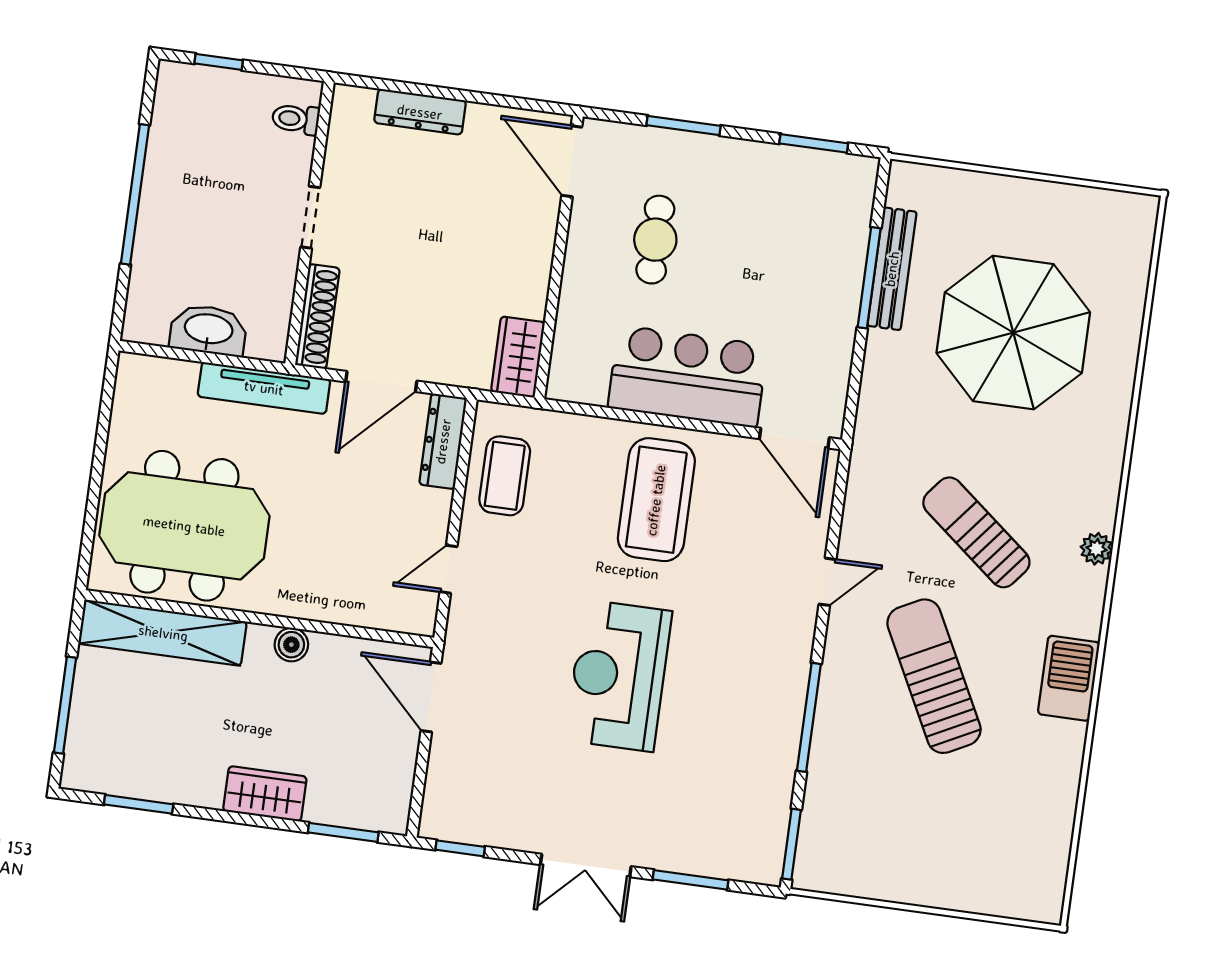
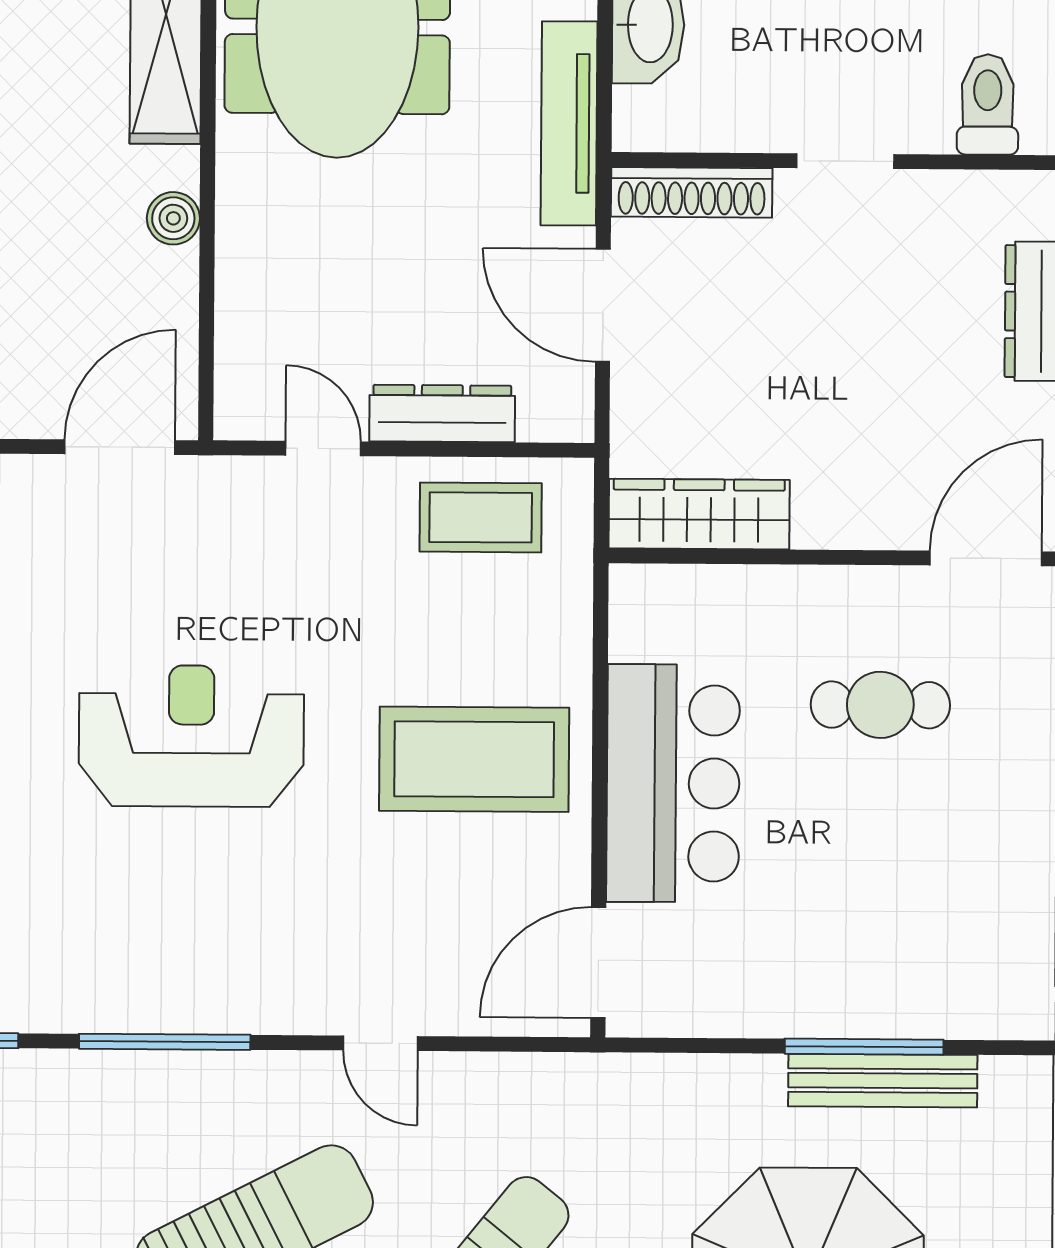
toilet: (296, 119) -> (988, 104), width x1.37, depth x1.39
wardrobe: (518, 357) -> (699, 514), width x1.50
dresser: (443, 441) -> (442, 413), moved

